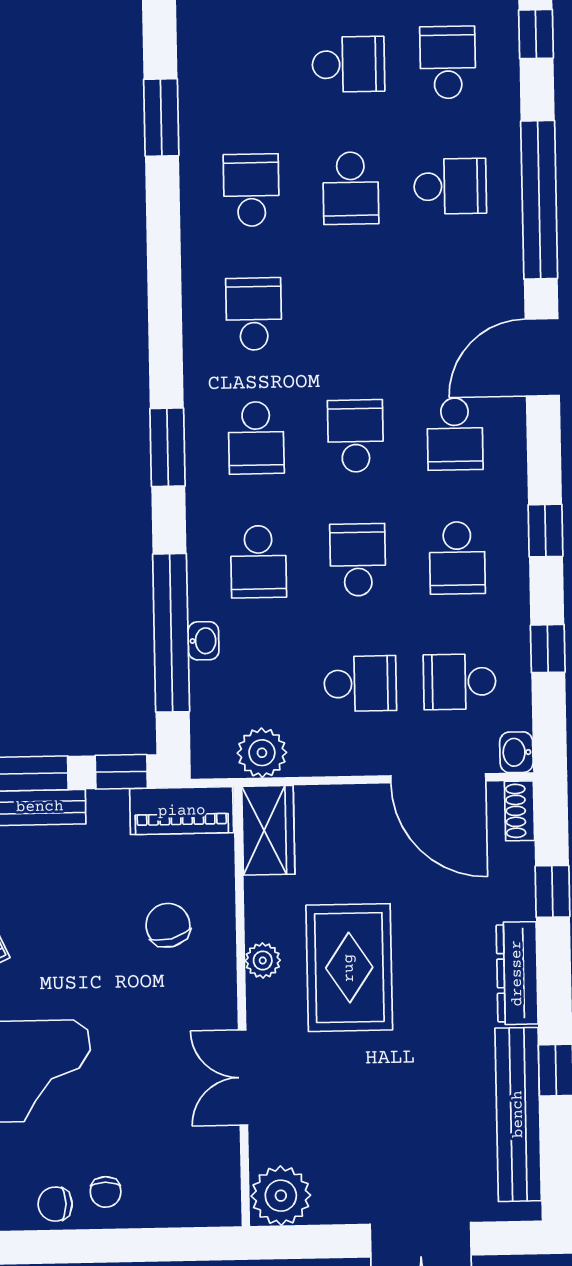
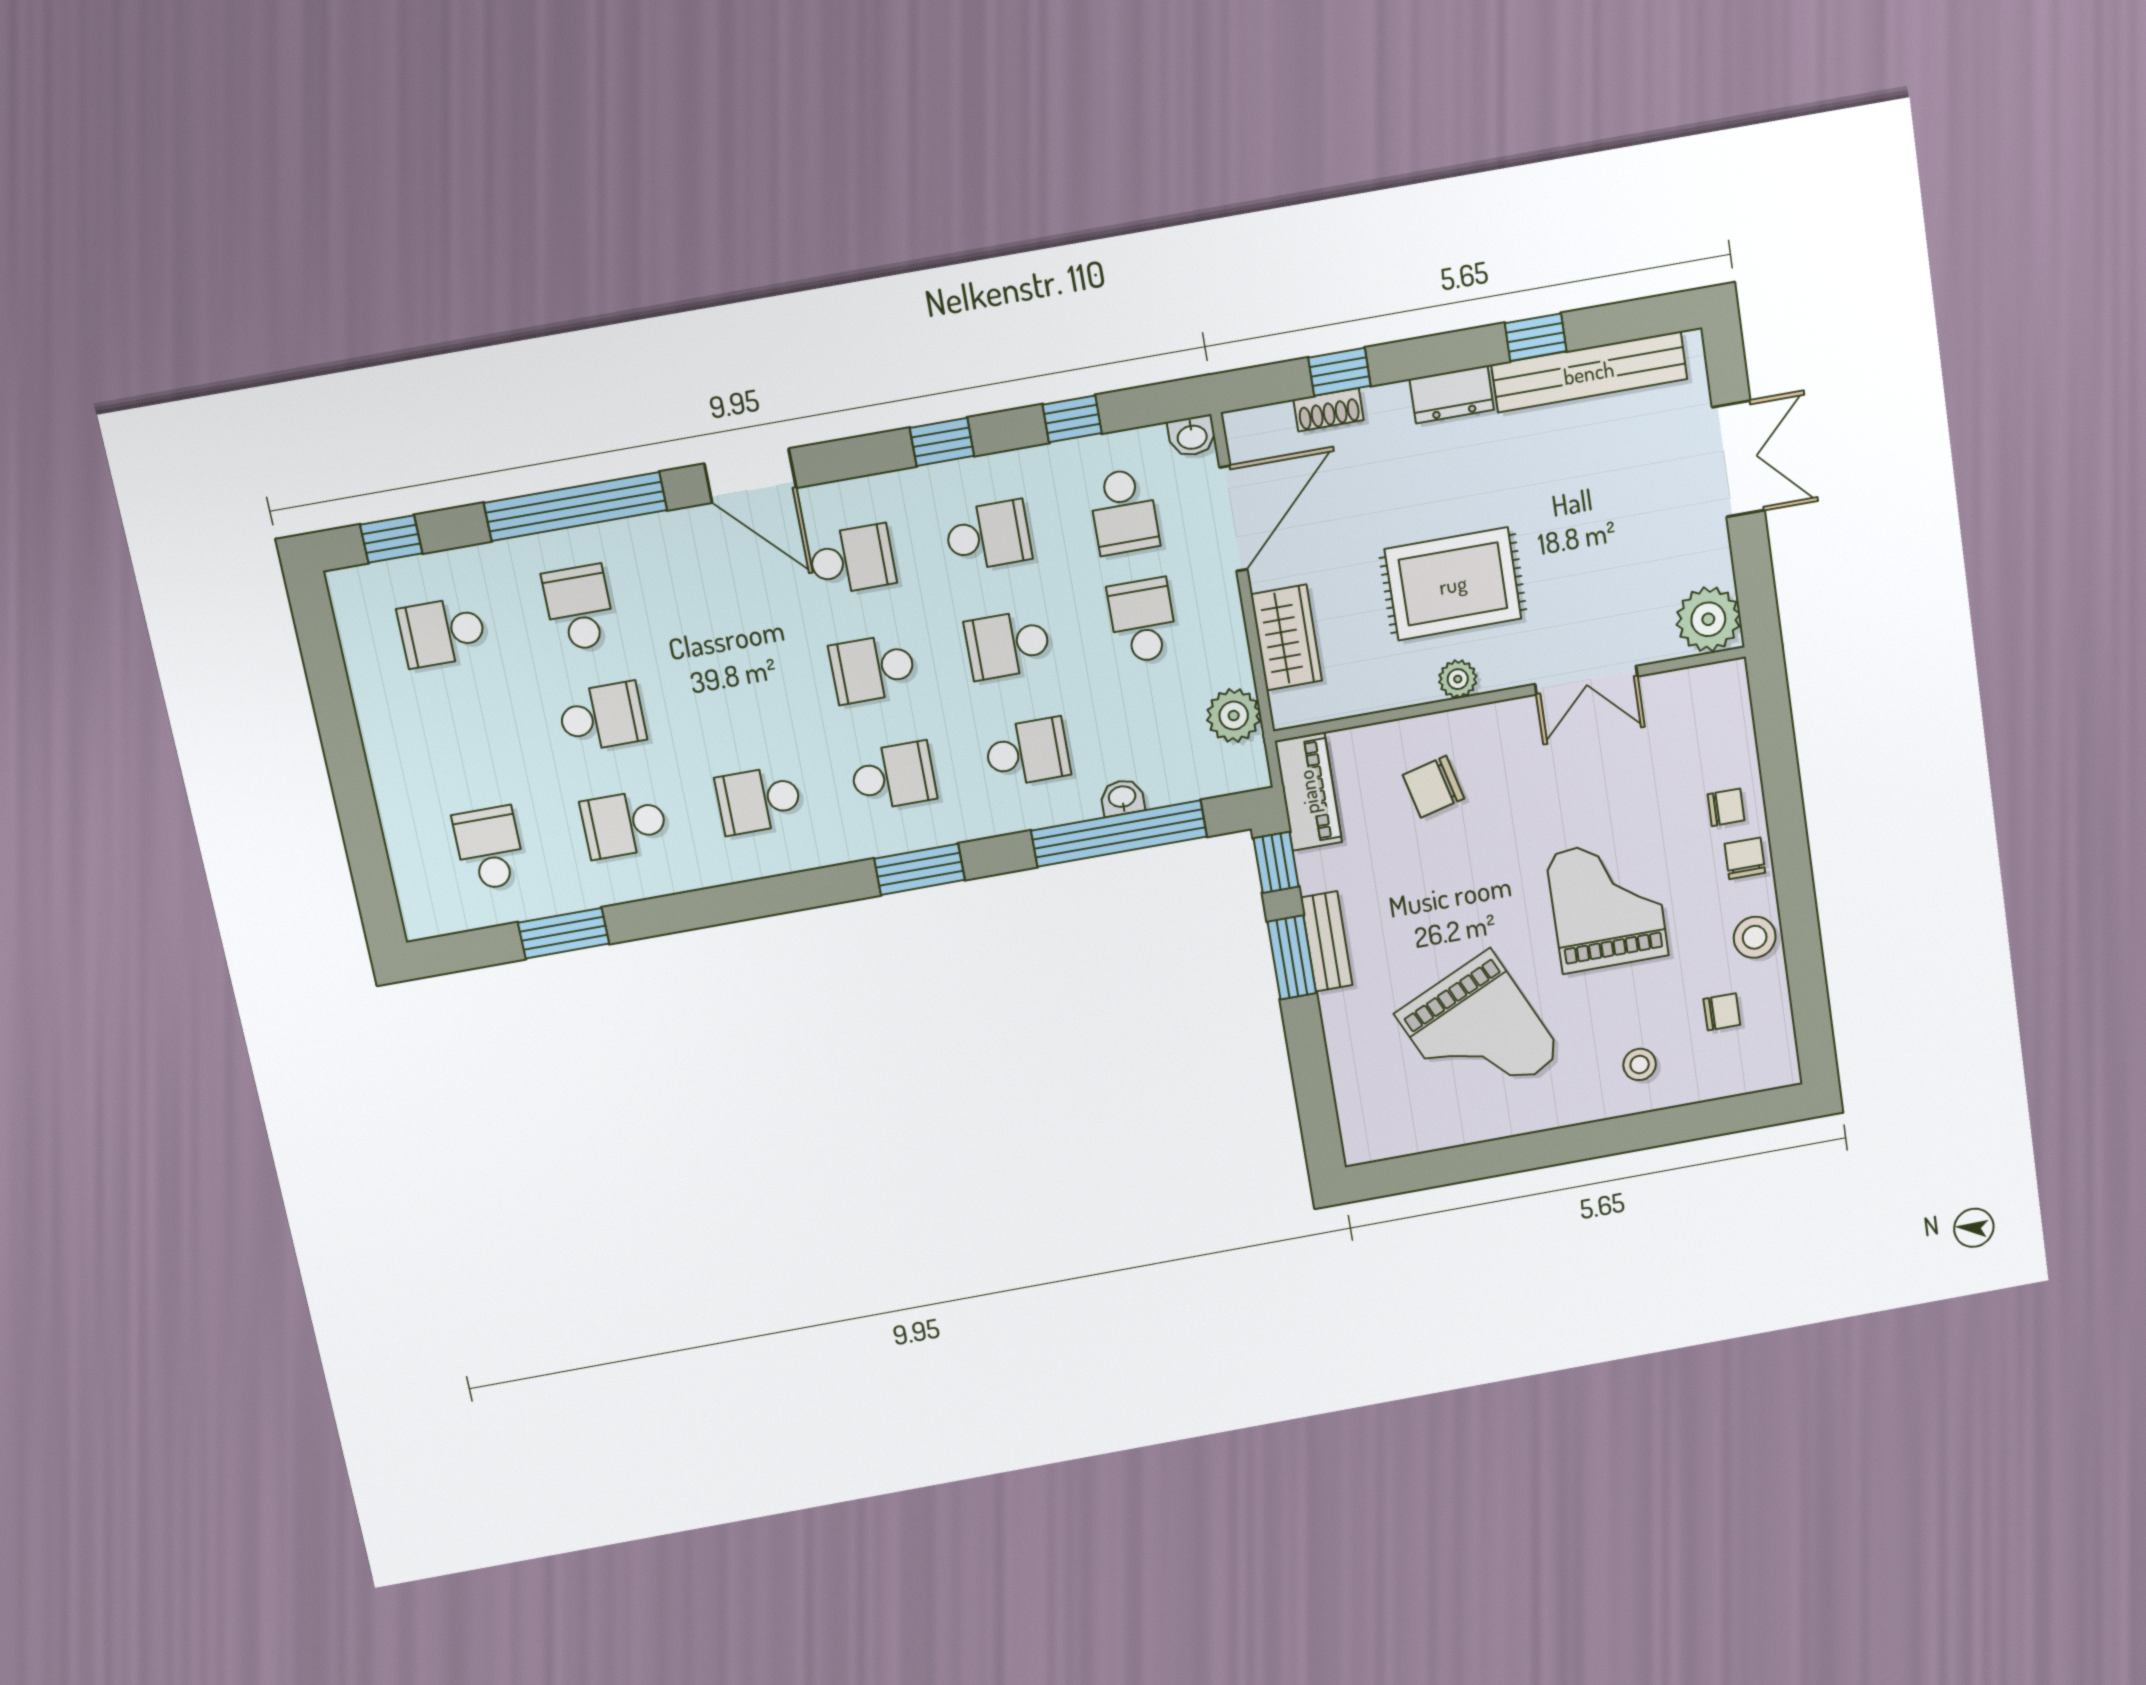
school desk: (348, 64) -> (489, 848), moved
shoe rack: (519, 811) -> (1329, 410), moved
wardrobe: (268, 830) -> (1286, 638), moved, turned 90
dresser: (517, 973) -> (1452, 394), width x0.70
chair: (55, 1204) -> (1745, 858), turned 180

